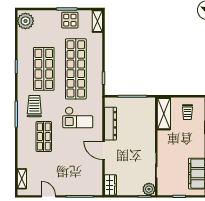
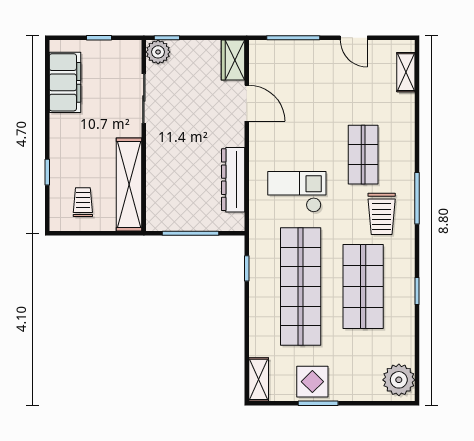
shelving: (164, 114) -> (129, 185), width x1.47
door: (103, 150) -> (247, 103), moved

